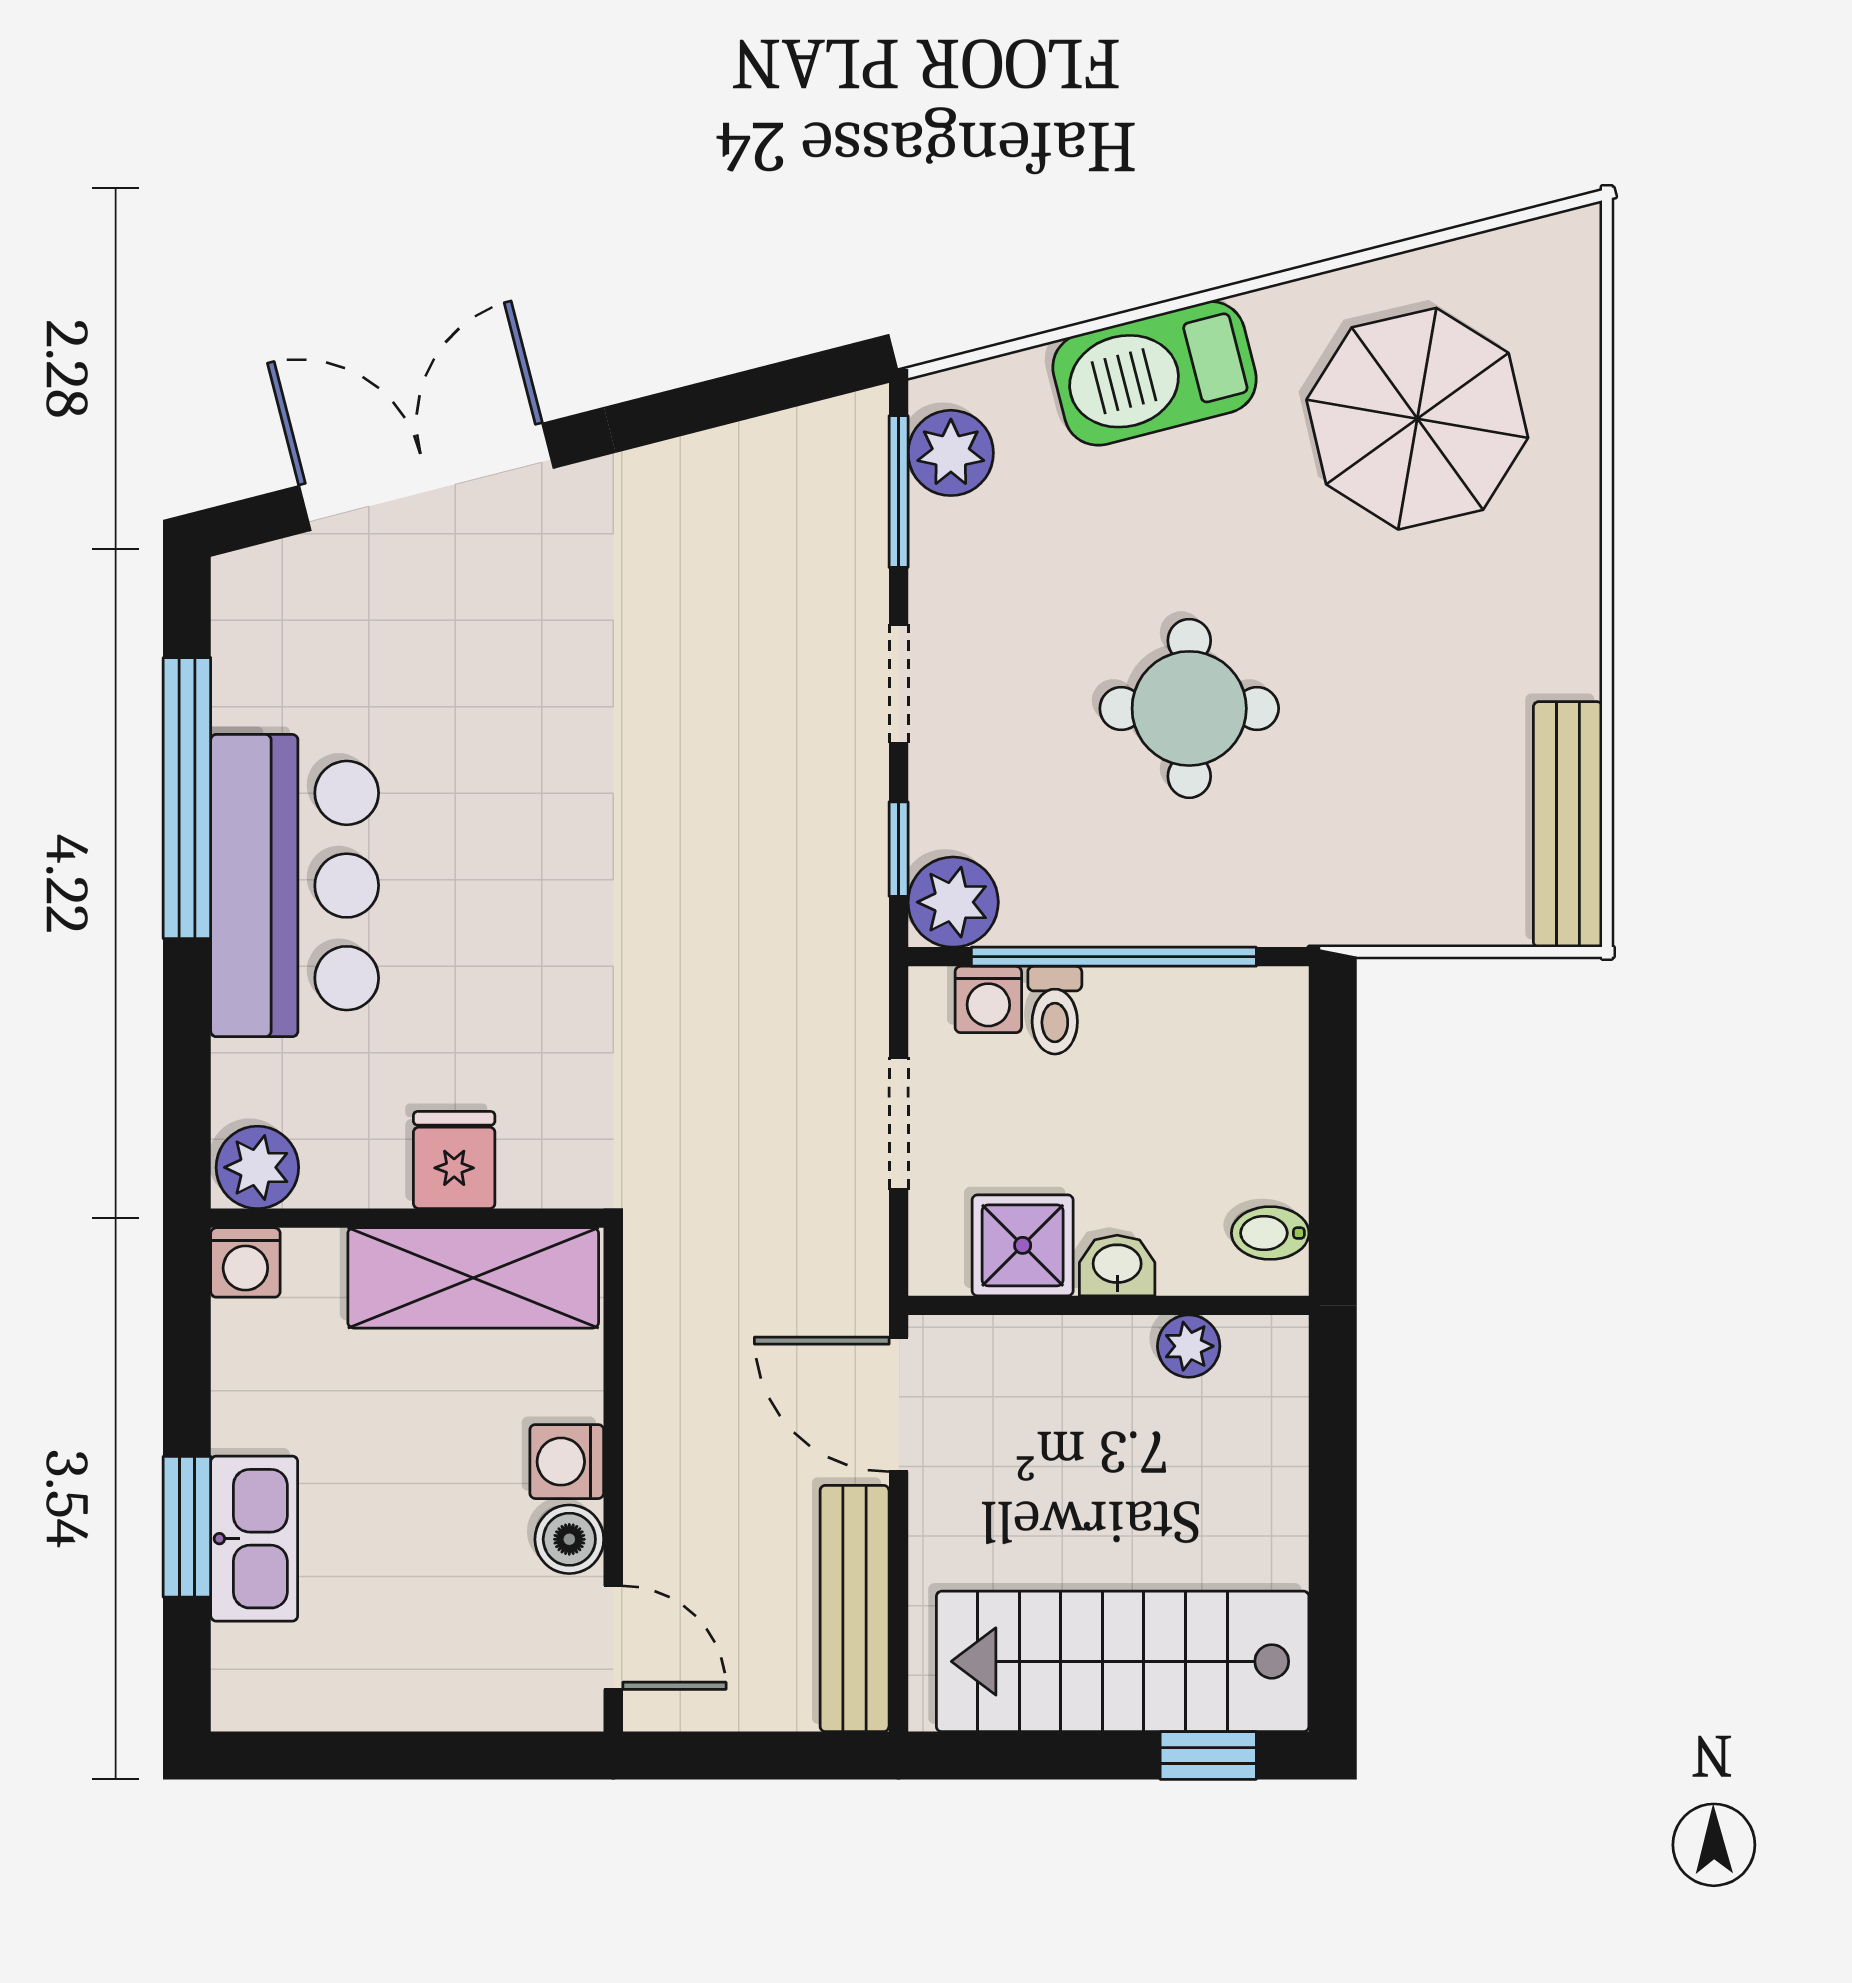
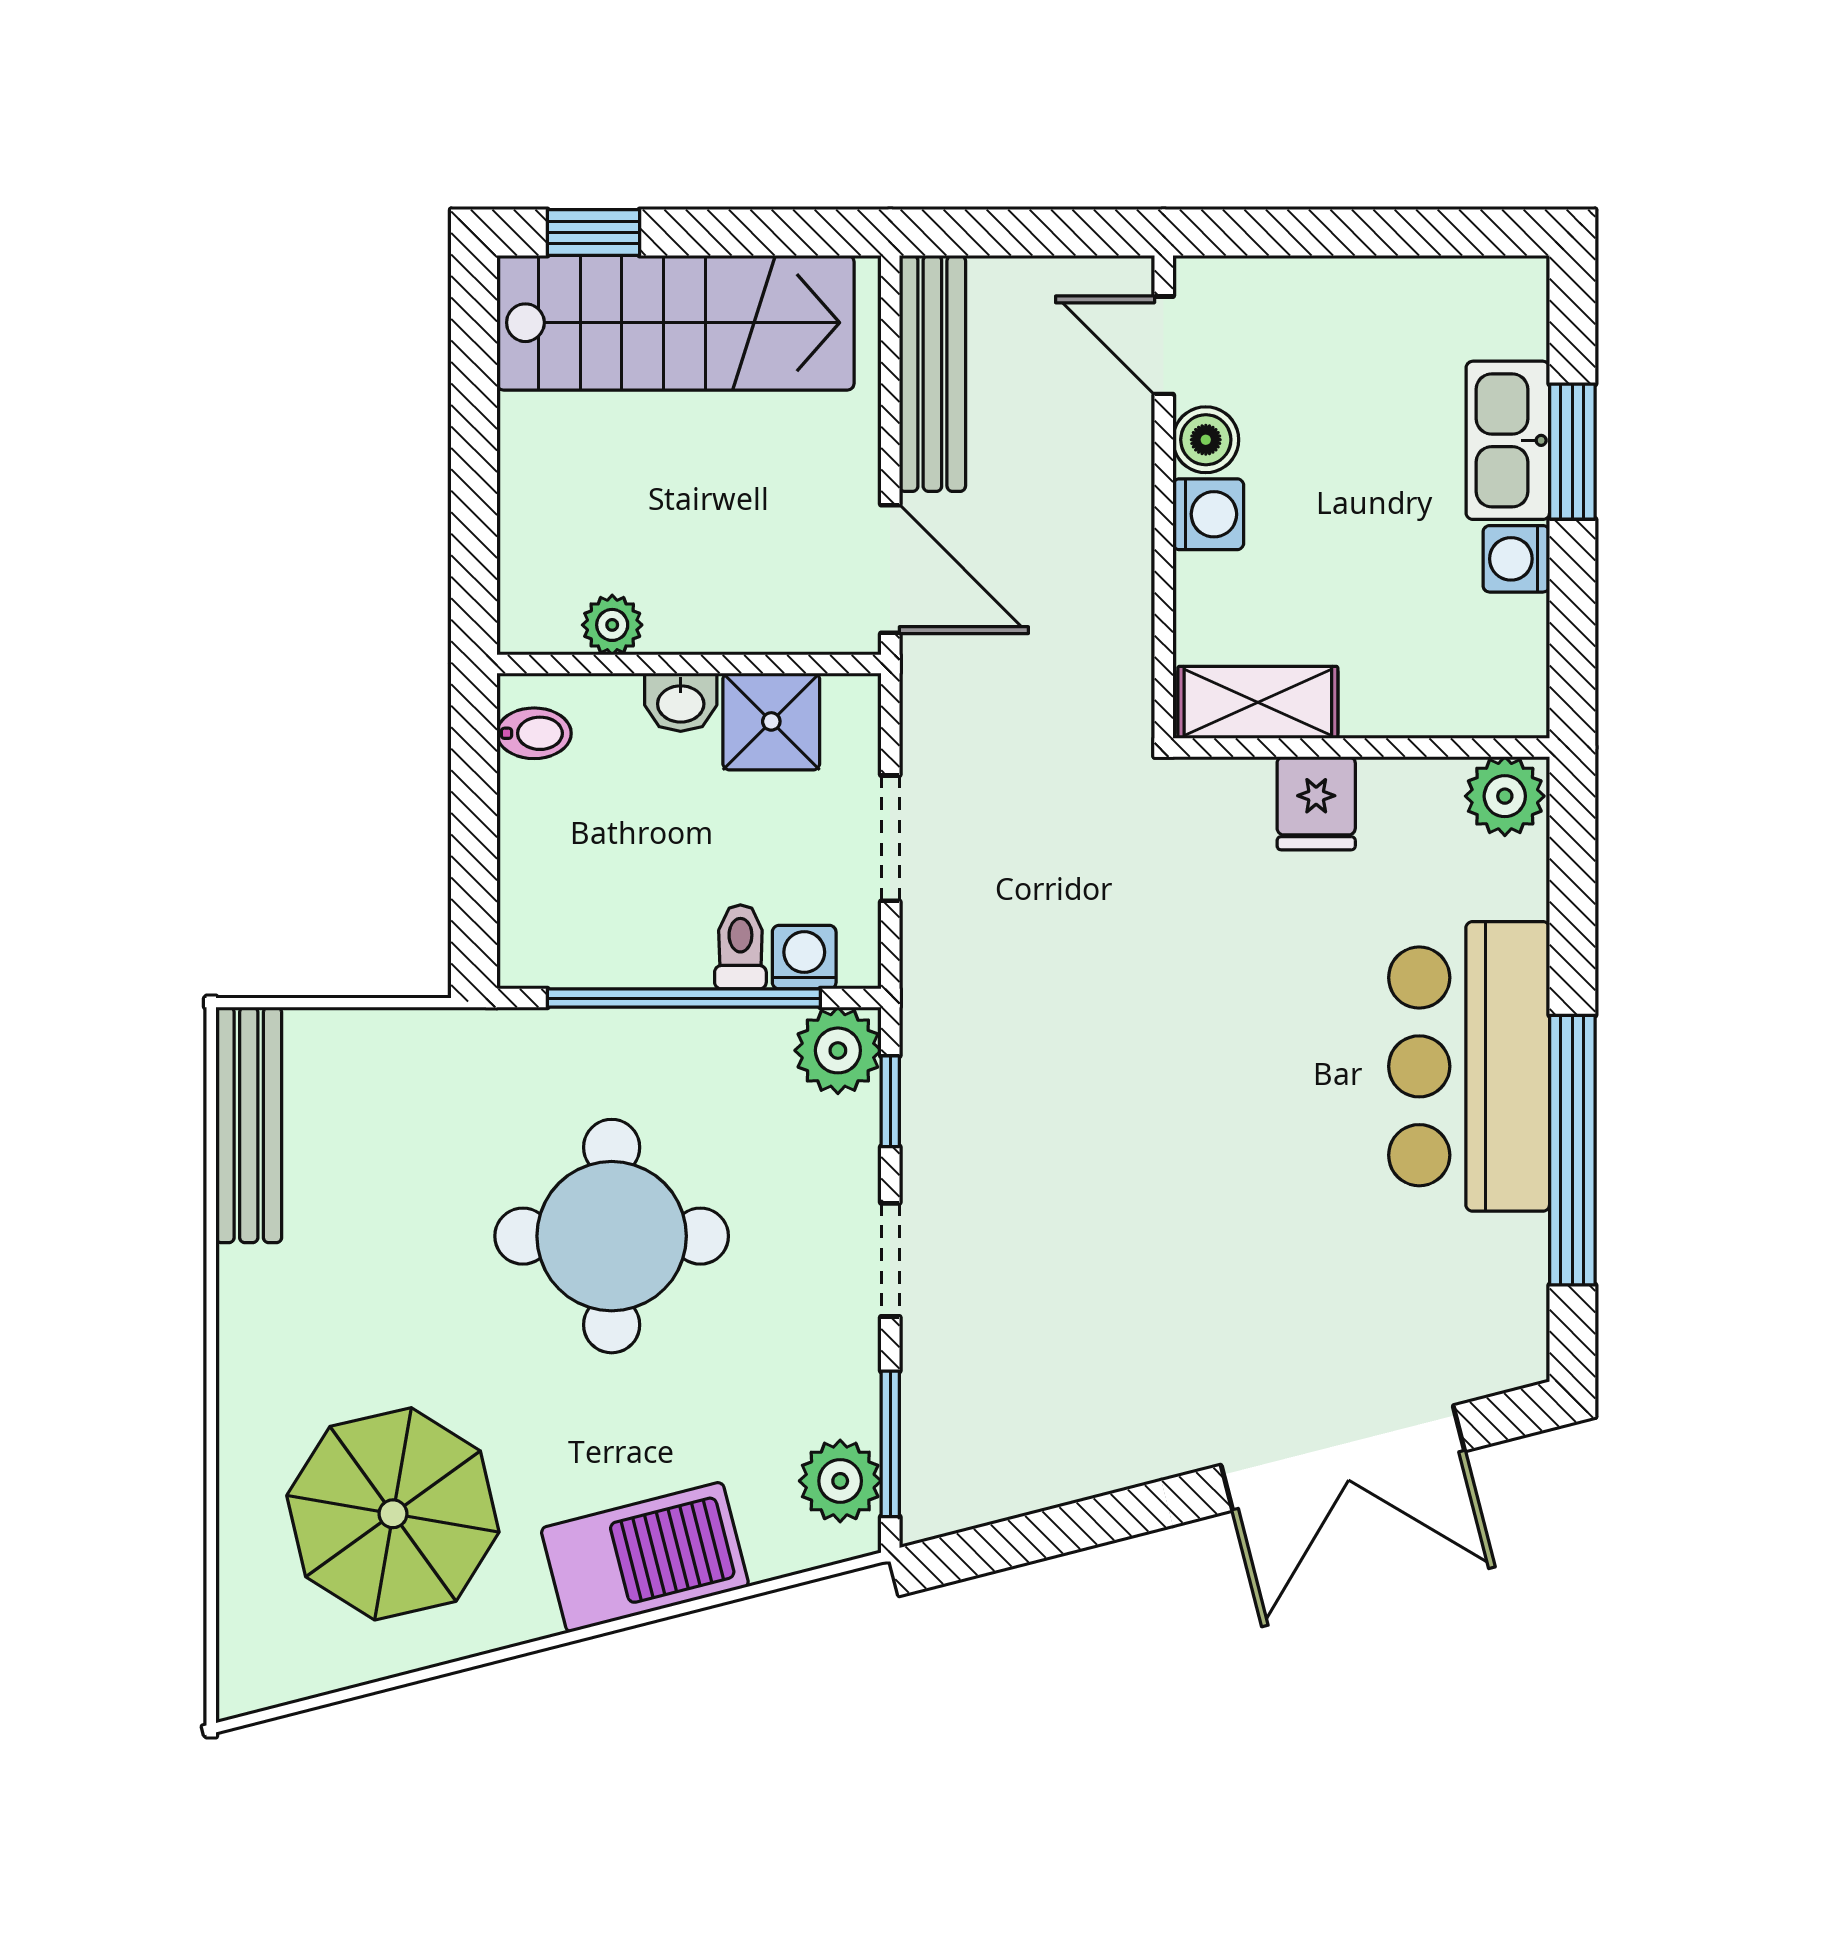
round table: (1189, 708) -> (612, 1236), width x1.36, depth x1.36
washing machine: (245, 1262) -> (1516, 559), moved, turned -90
shelving: (473, 1278) -> (1258, 702), width x0.67, depth x0.75

